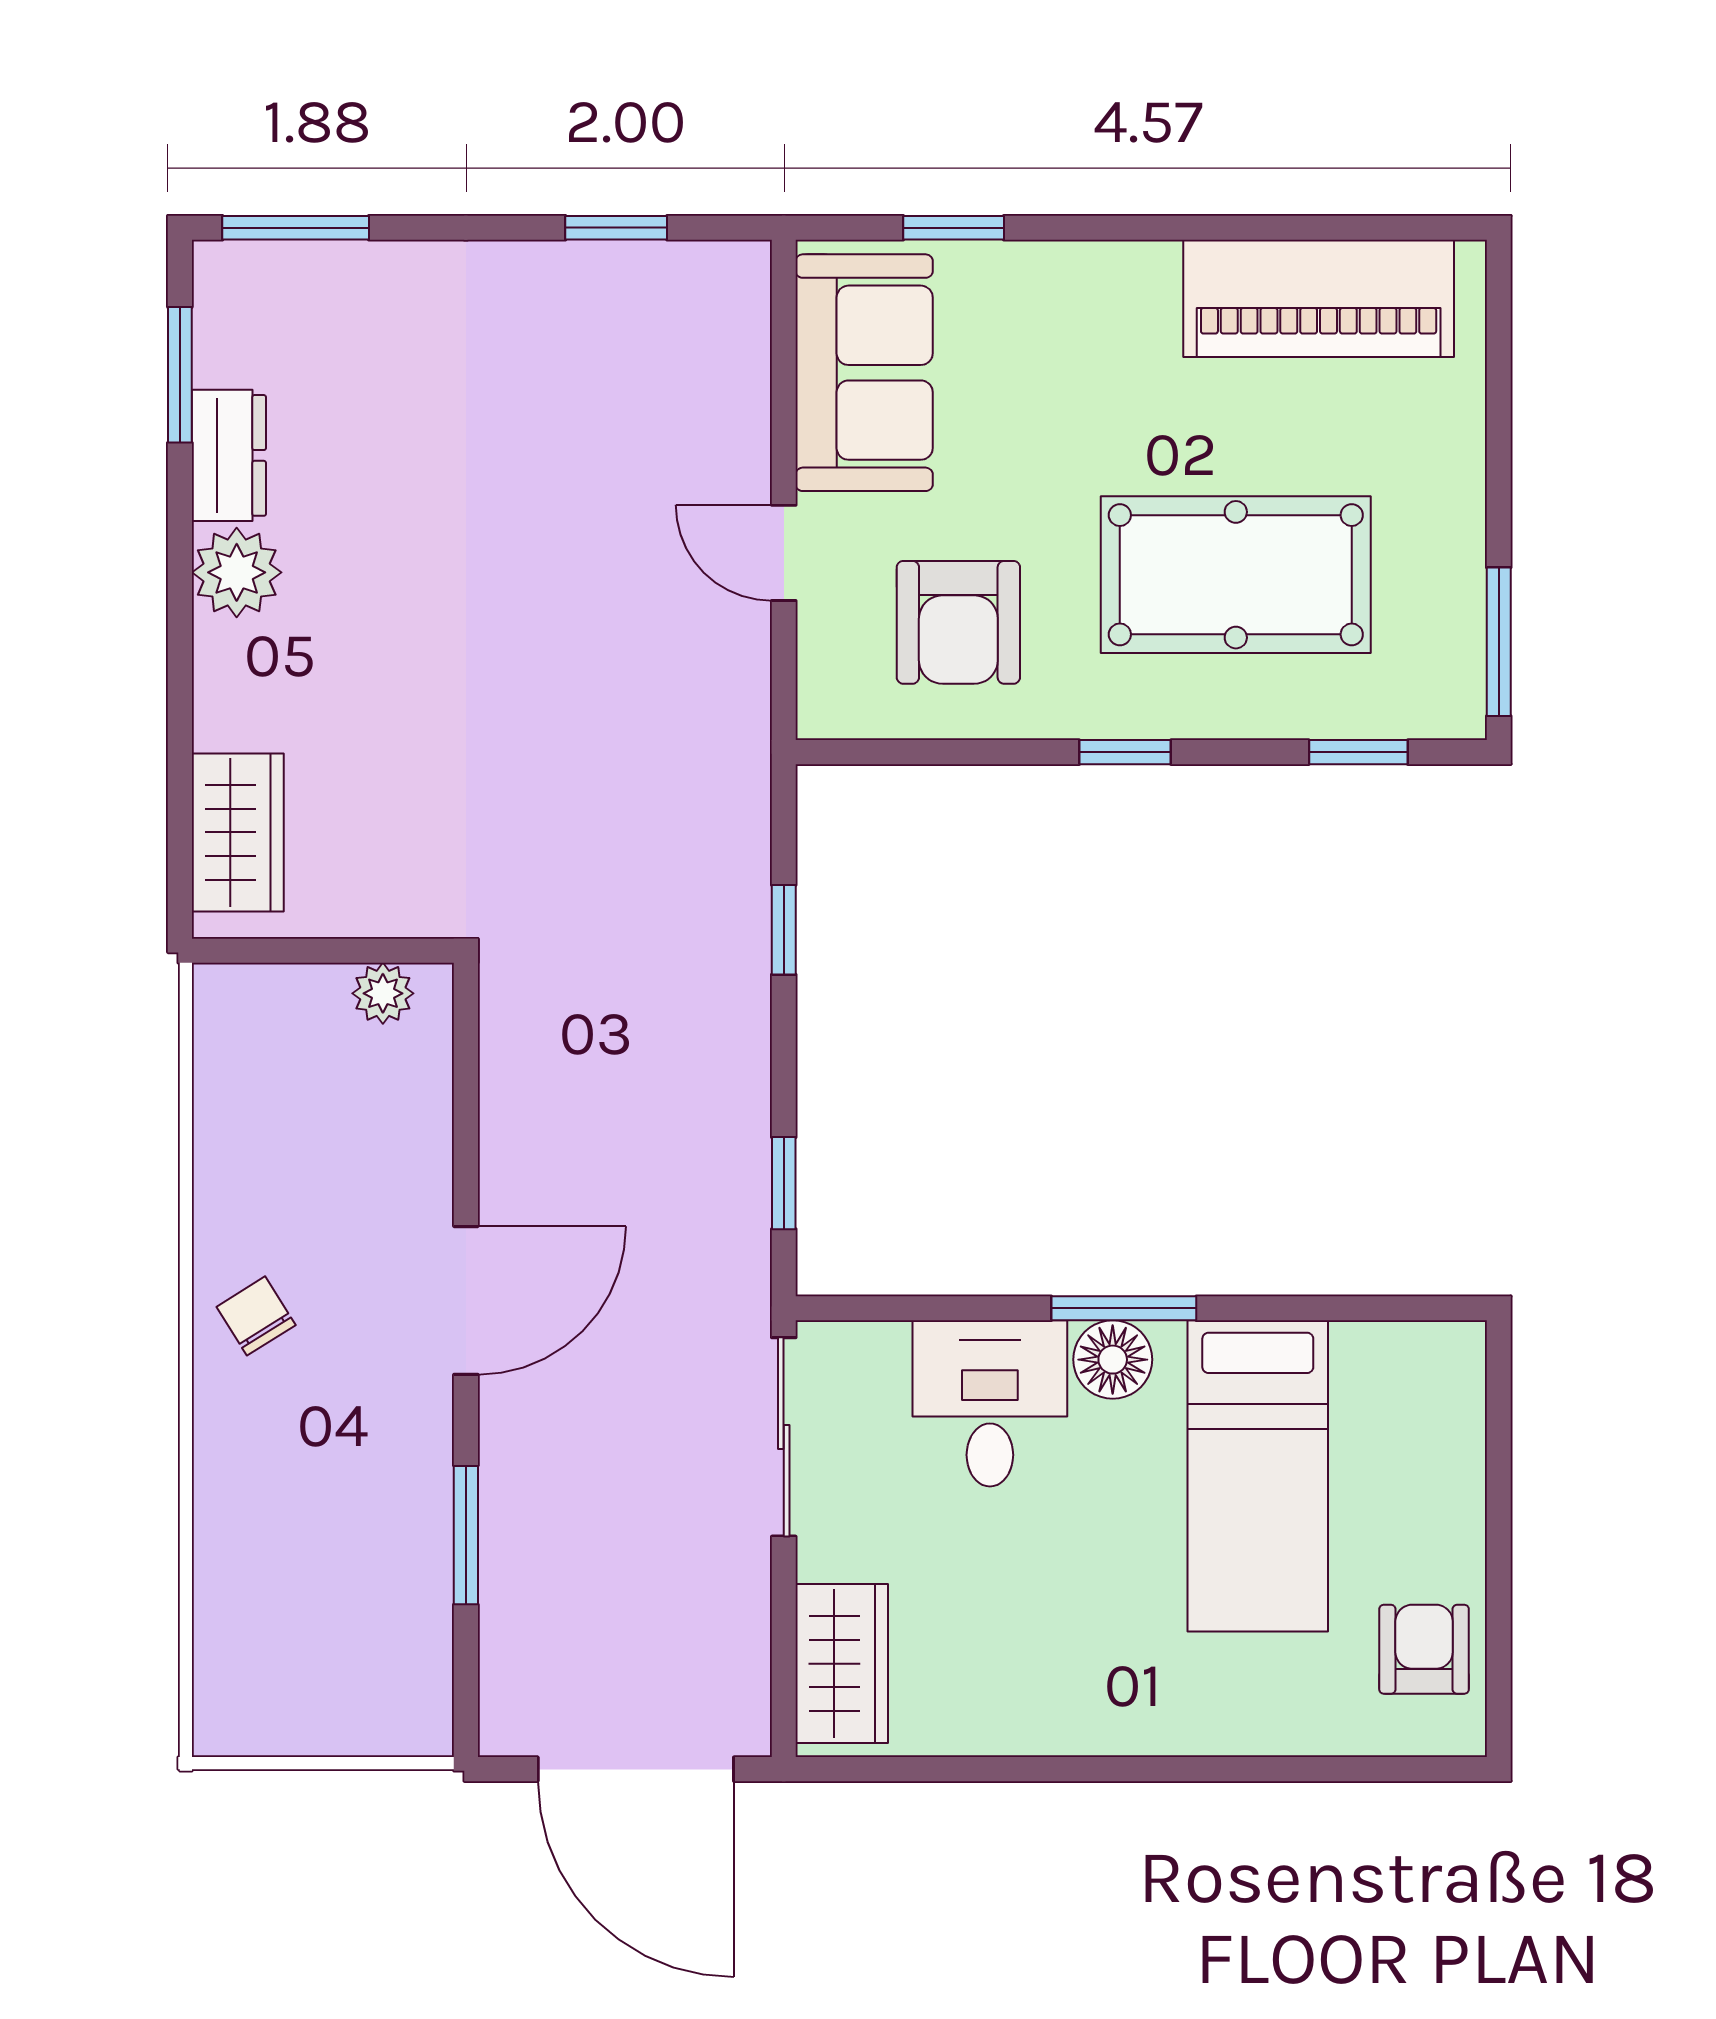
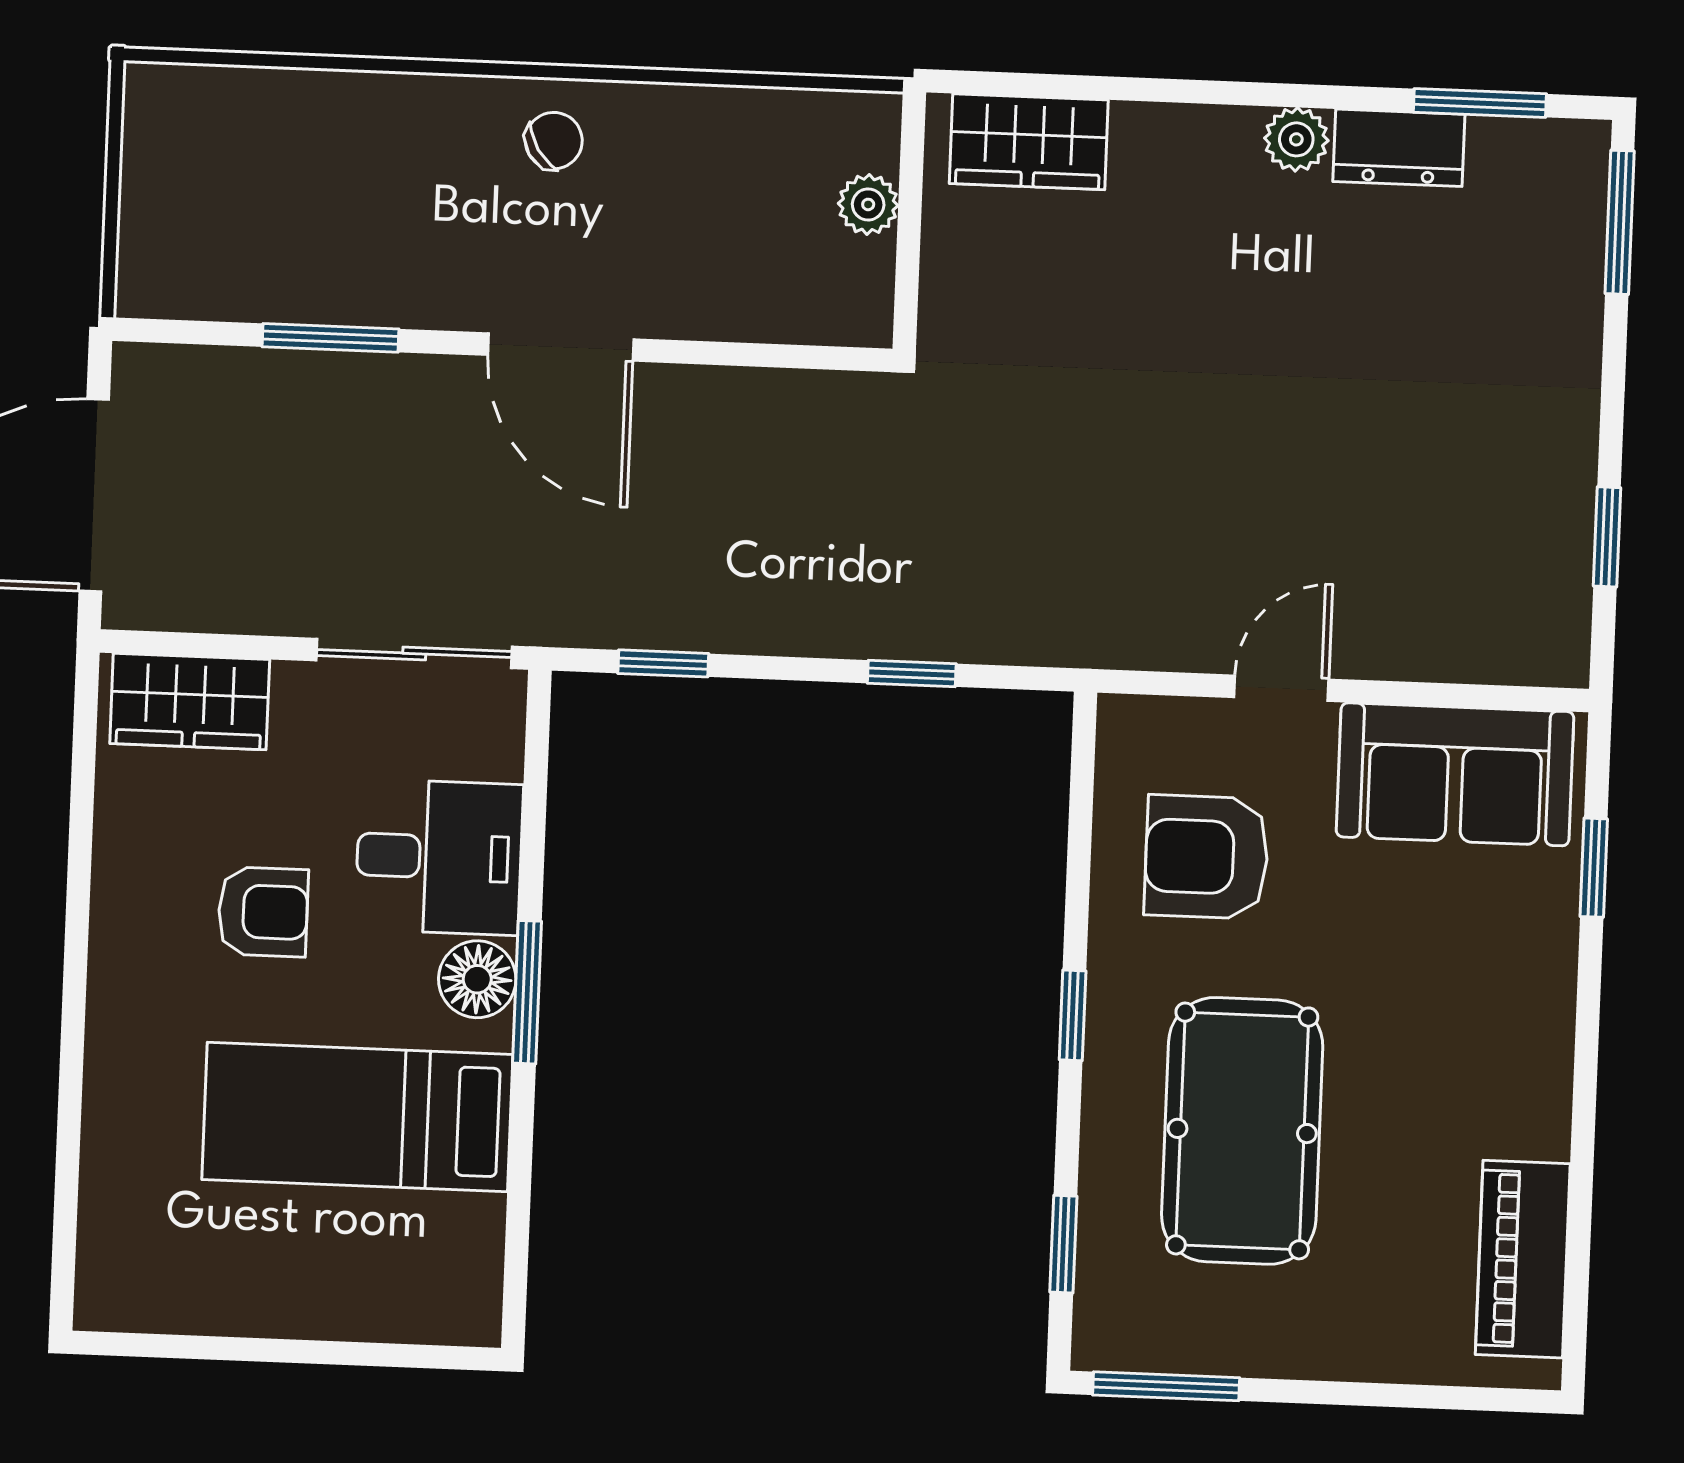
piano: (1319, 298) -> (1523, 1259), width x0.73, depth x0.75
plant: (237, 572) -> (1296, 139), width x0.73, depth x0.73
plant: (383, 993) -> (868, 204), moved
armchair: (1424, 1649) -> (263, 912), moved

